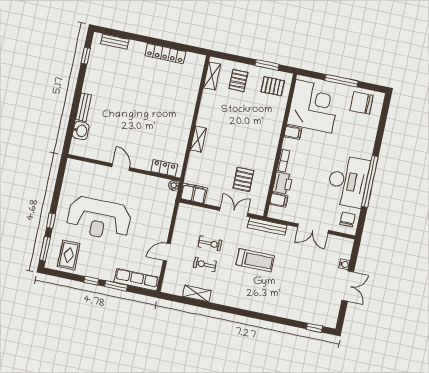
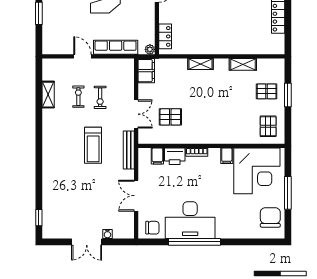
window: (267, 65) -> (288, 95), moved
shelving: (212, 76) -> (243, 64), moved
row of seats: (137, 280) -> (116, 47), moved, turned -90

